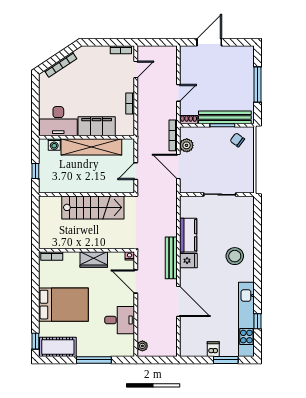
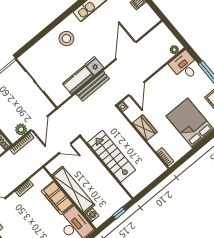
bench: (171, 258) -> (93, 86), moved
desk: (120, 320) -> (185, 66), moved

